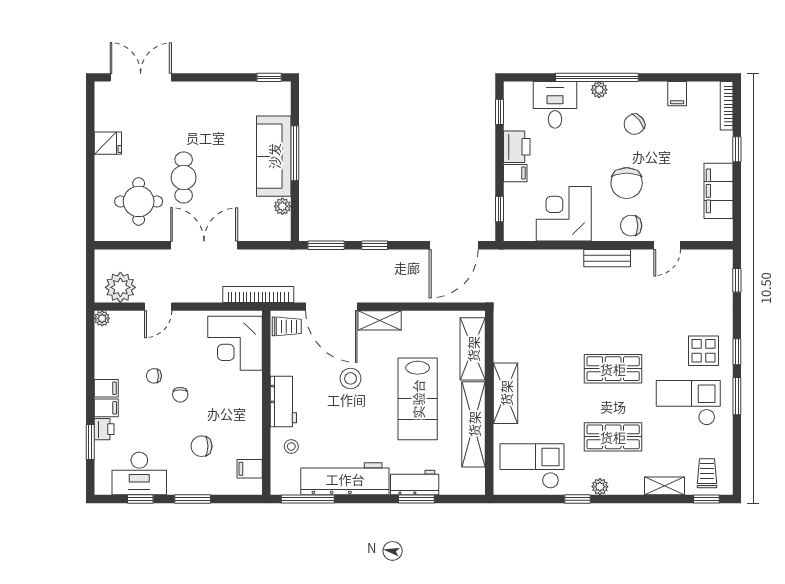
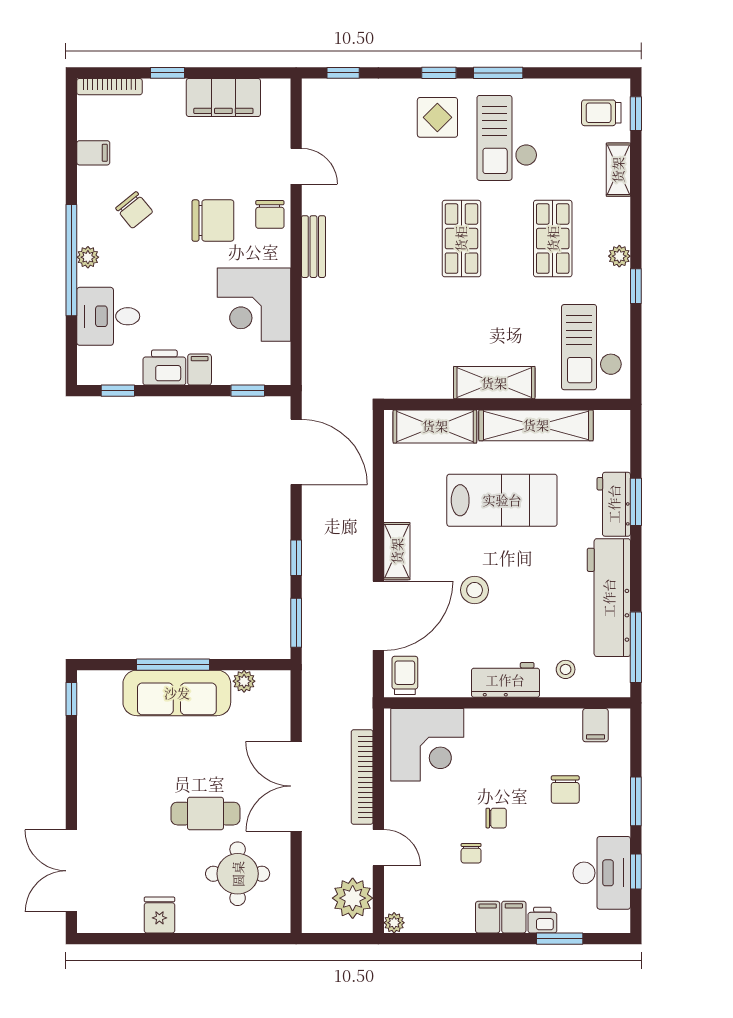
bookcase: (258, 294) -> (362, 777), moved

